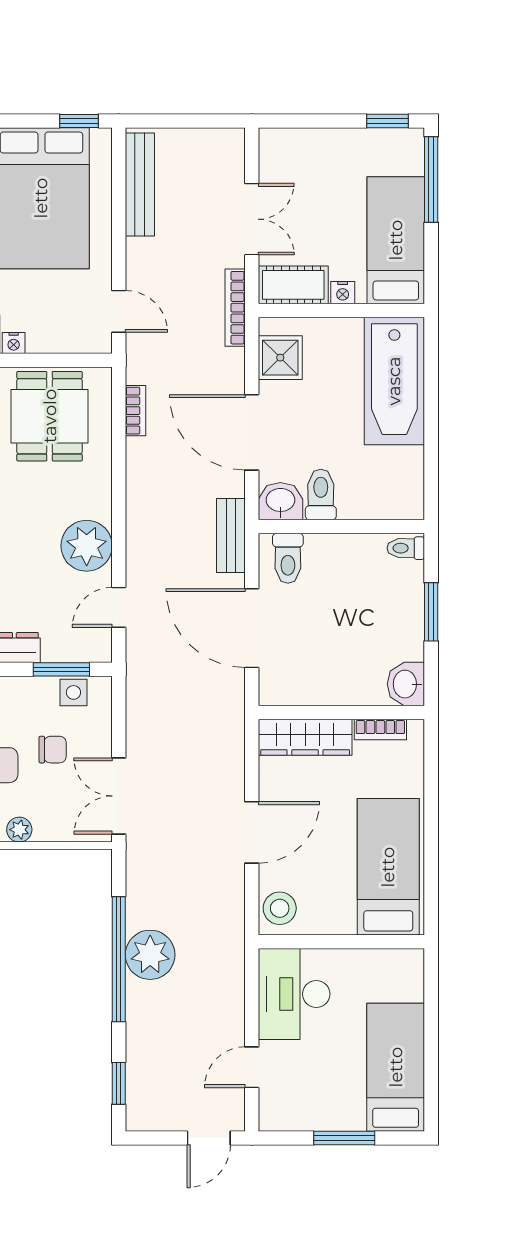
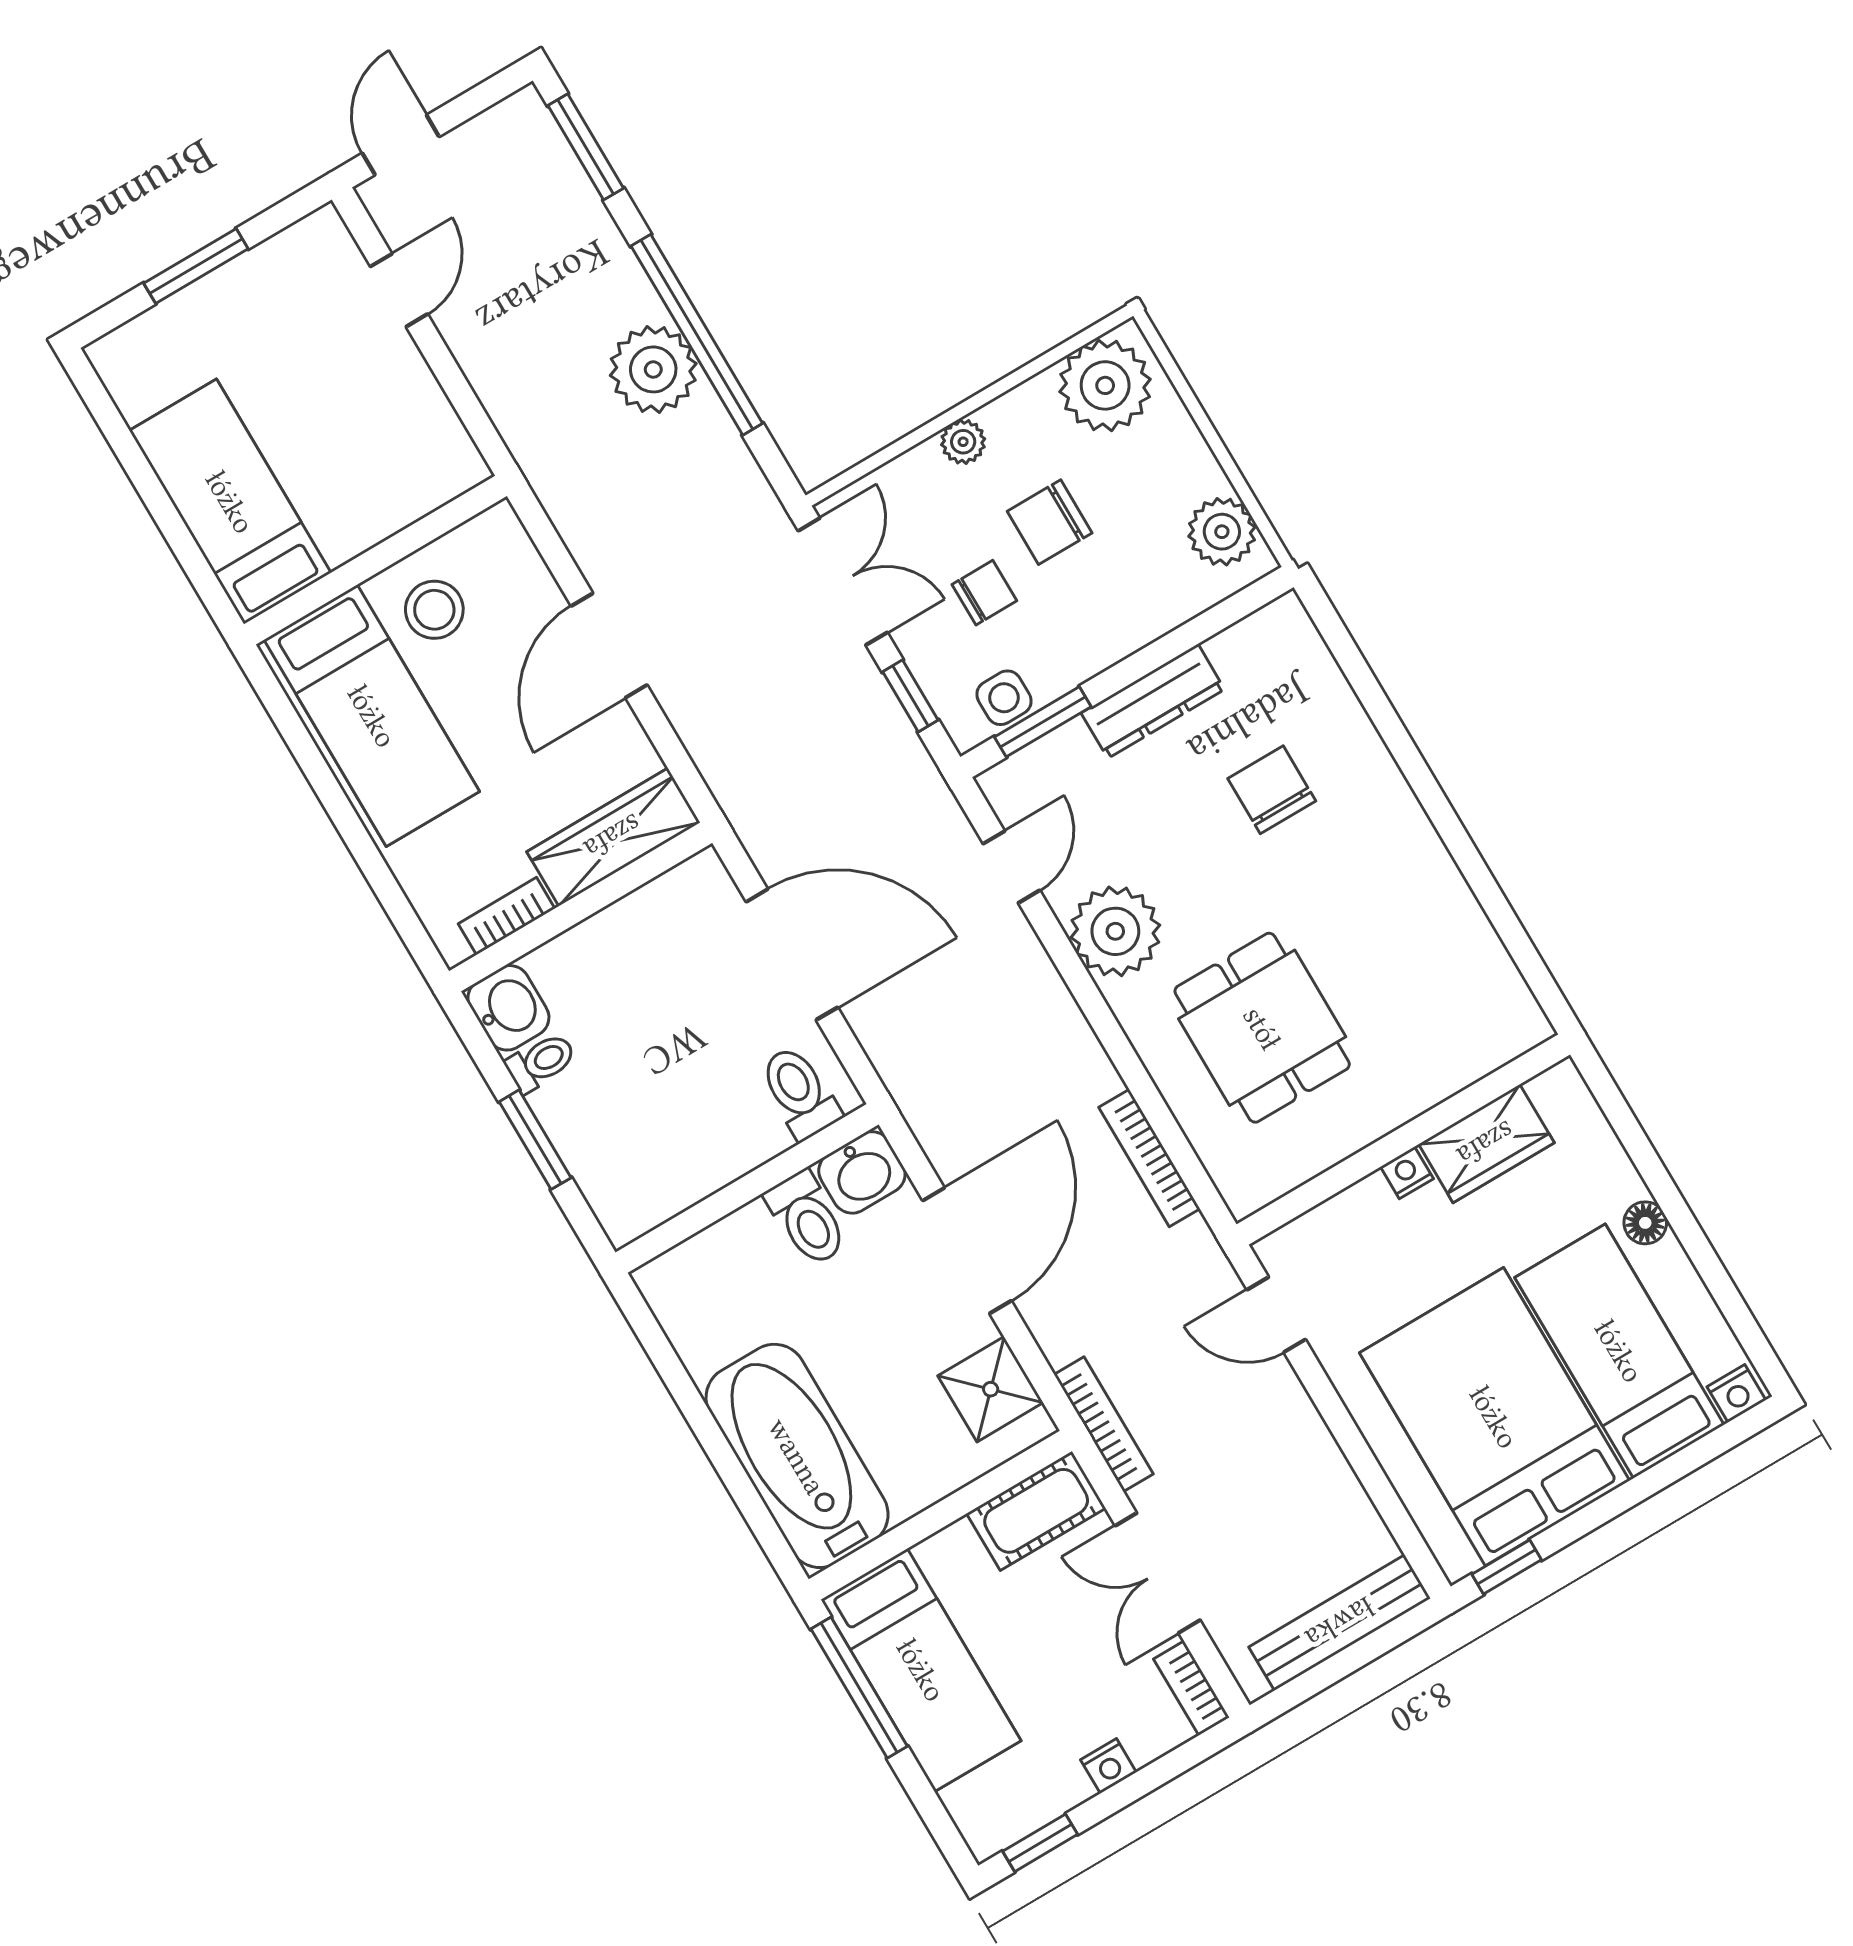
bookcase: (268, 153) -> (1191, 1688), added
window: (431, 179) -> (859, 1688), moved
bench: (140, 184) -> (1340, 1623), moved, turned 90
nightstand: (343, 293) -> (1108, 1766), moved, turned 180
bookcase: (136, 411) -> (1149, 1158), width x1.56
dining table: (50, 416) -> (1262, 1028), moved
door: (252, 432) -> (967, 1251), hinge flipped
bench: (231, 535) -> (906, 1076), removed
toilet: (406, 548) -> (541, 1062), moved
window: (119, 720) -> (910, 696), added
chair: (53, 750) -> (984, 593), turned 180
stool: (280, 908) -> (434, 610), moved
desk: (294, 994) -> (400, 439), removed
bed: (396, 1067) -> (230, 502), moved, turned 180
window: (119, 1083) -> (586, 147), width x1.50

